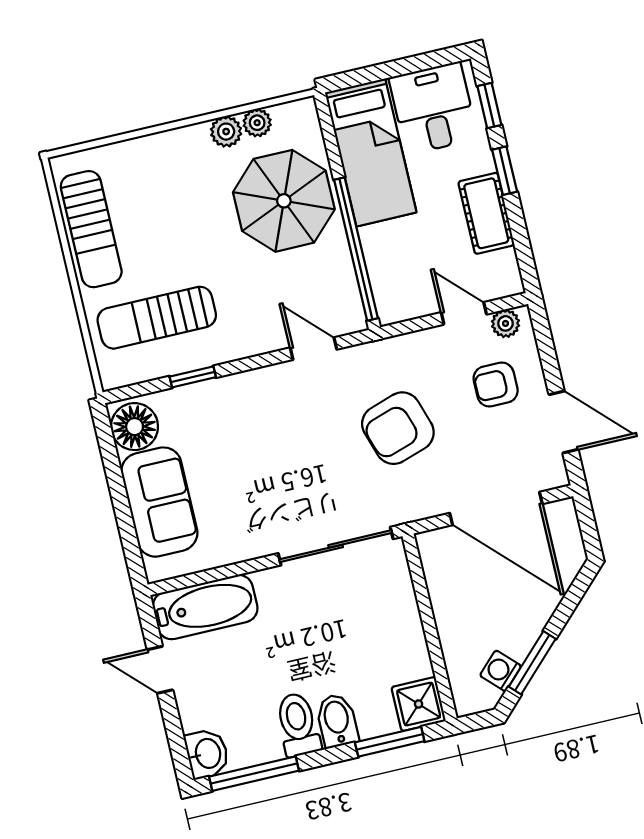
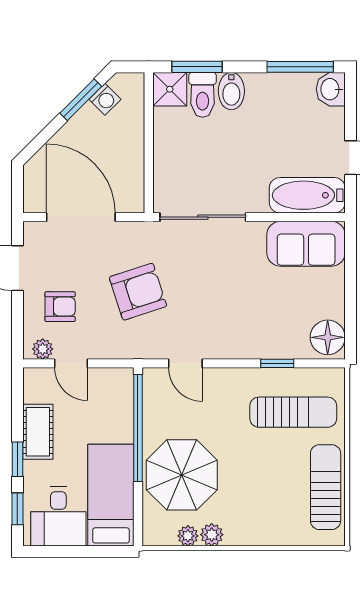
sofa: (159, 502) -> (306, 244), moved, turned -90
toilet: (298, 725) -> (203, 95), moved

